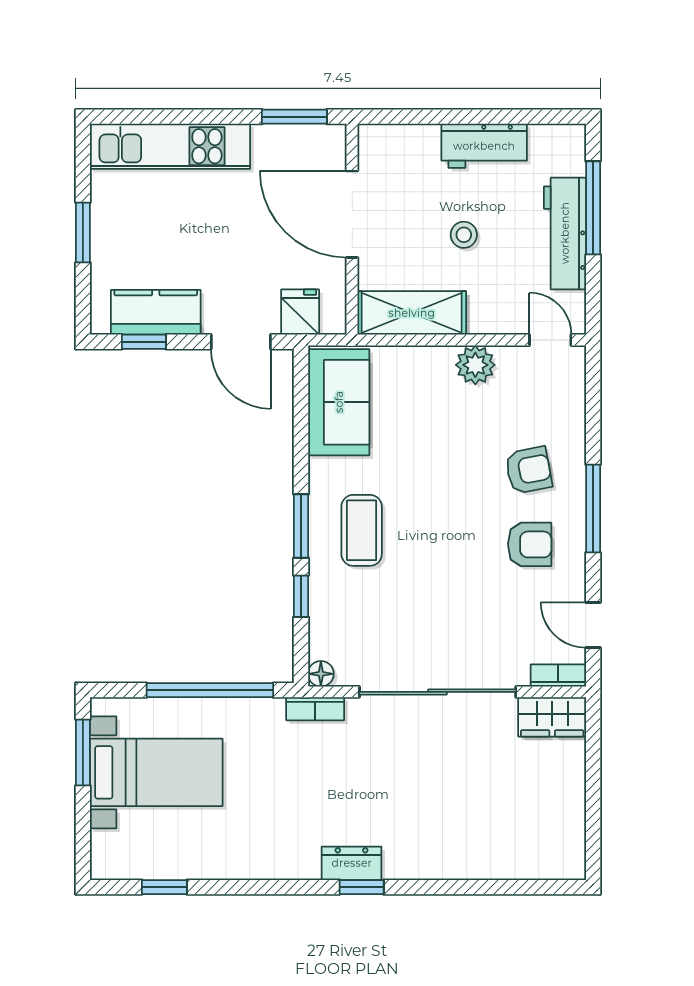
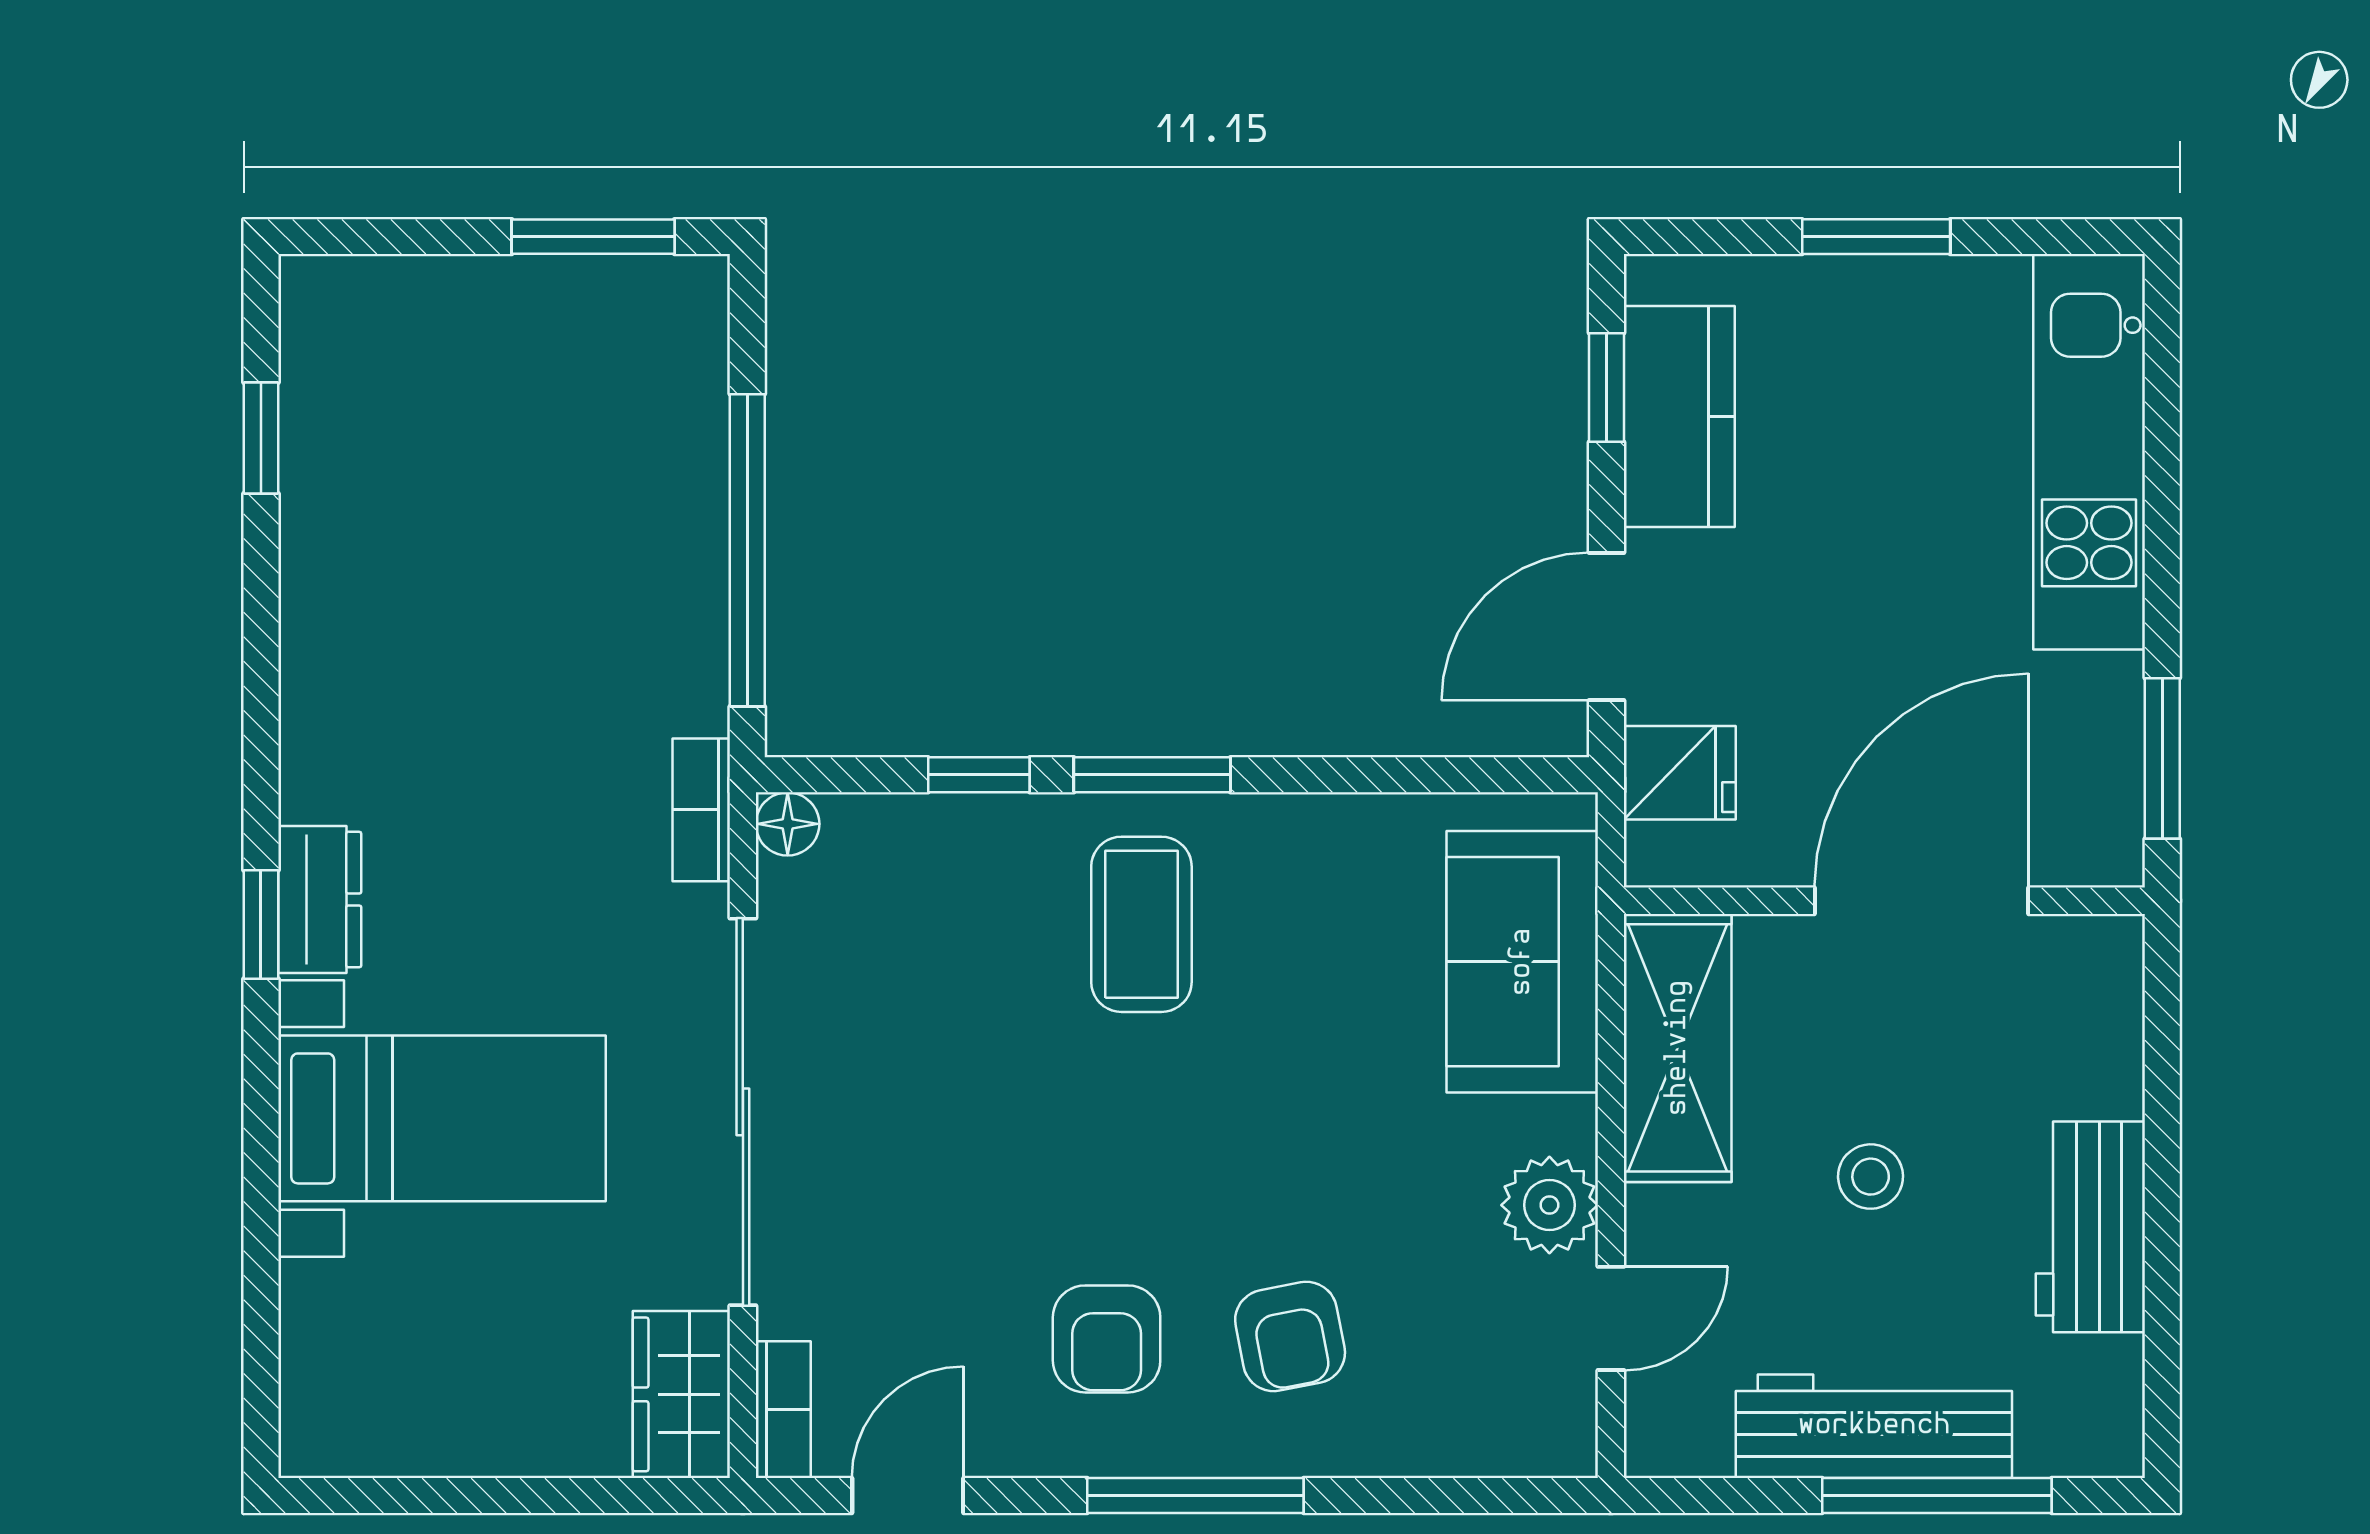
door: (550, 340) -> (1611, 1318), moved
sofa: (339, 402) -> (1522, 962), moved, turned 90
coffee table: (362, 530) -> (1141, 924), turned 90
bed with nightstands: (156, 772) -> (442, 1118), moved, turned -90

